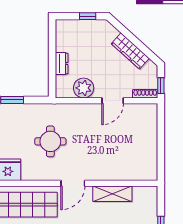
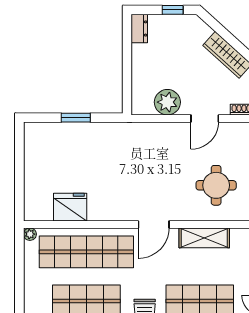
dresser: (62, 64) -> (139, 28), moved
round table: (50, 141) -> (216, 185), moved

